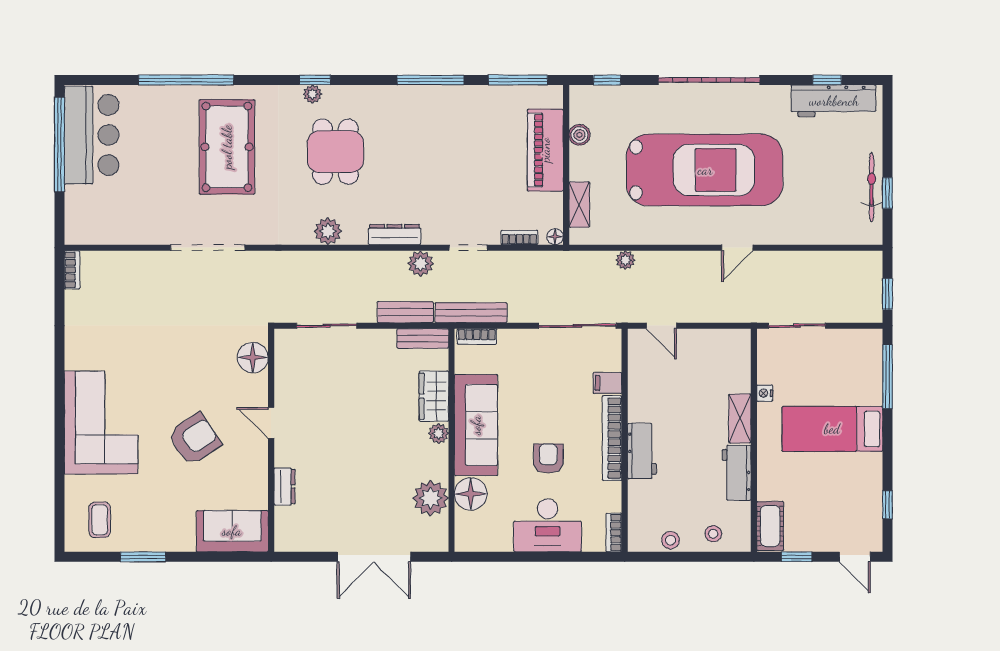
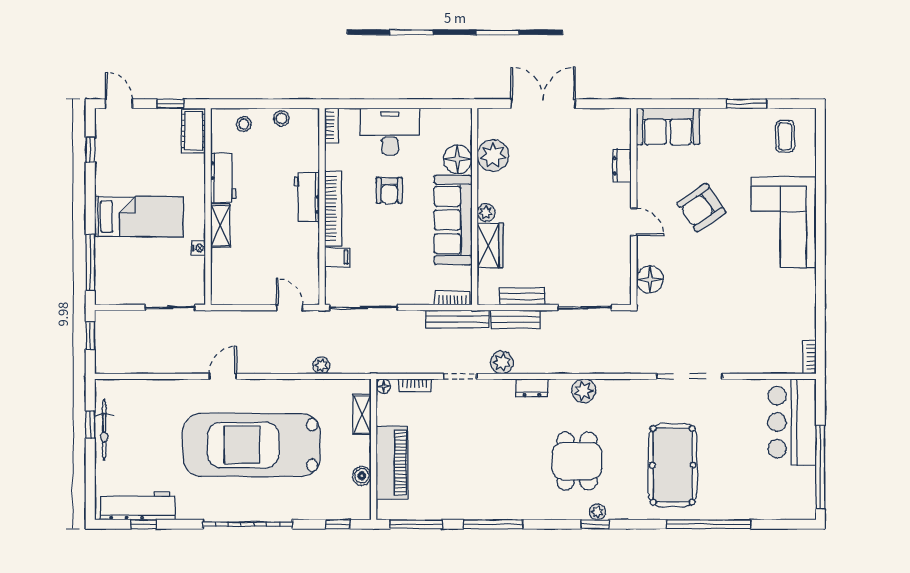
bar counter: (92, 135) -> (792, 422), moved
dresser: (395, 235) -> (532, 388), width x0.70
bench: (423, 338) -> (523, 296), moved

